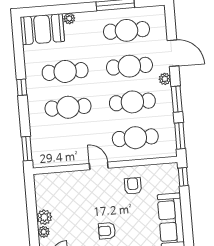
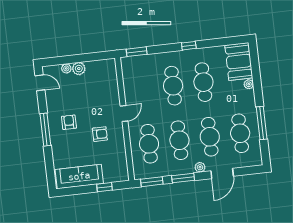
window: (183, 177) -> (104, 187), moved
armchair: (133, 186) -> (100, 134), moved

